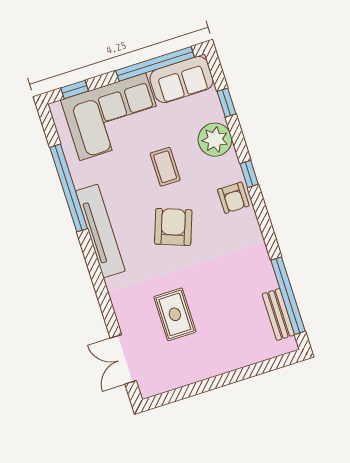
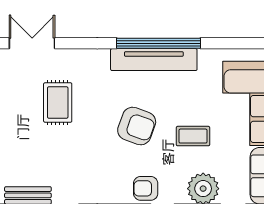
window: (69, 188) -> (158, 43), moved
rug: (175, 314) -> (58, 102), turned 90

